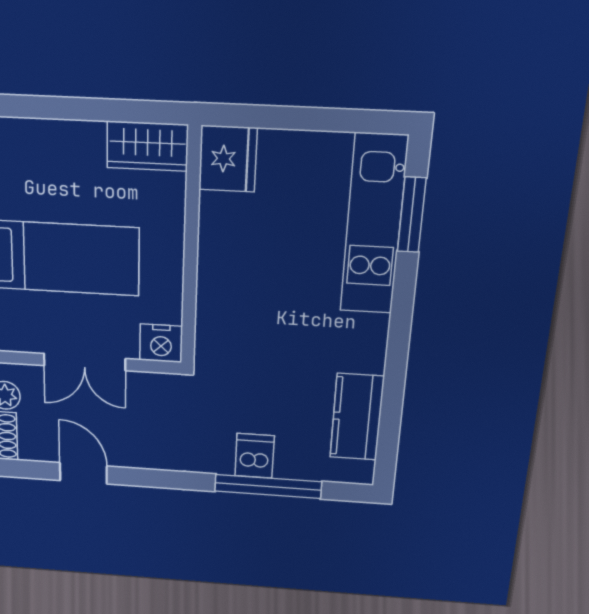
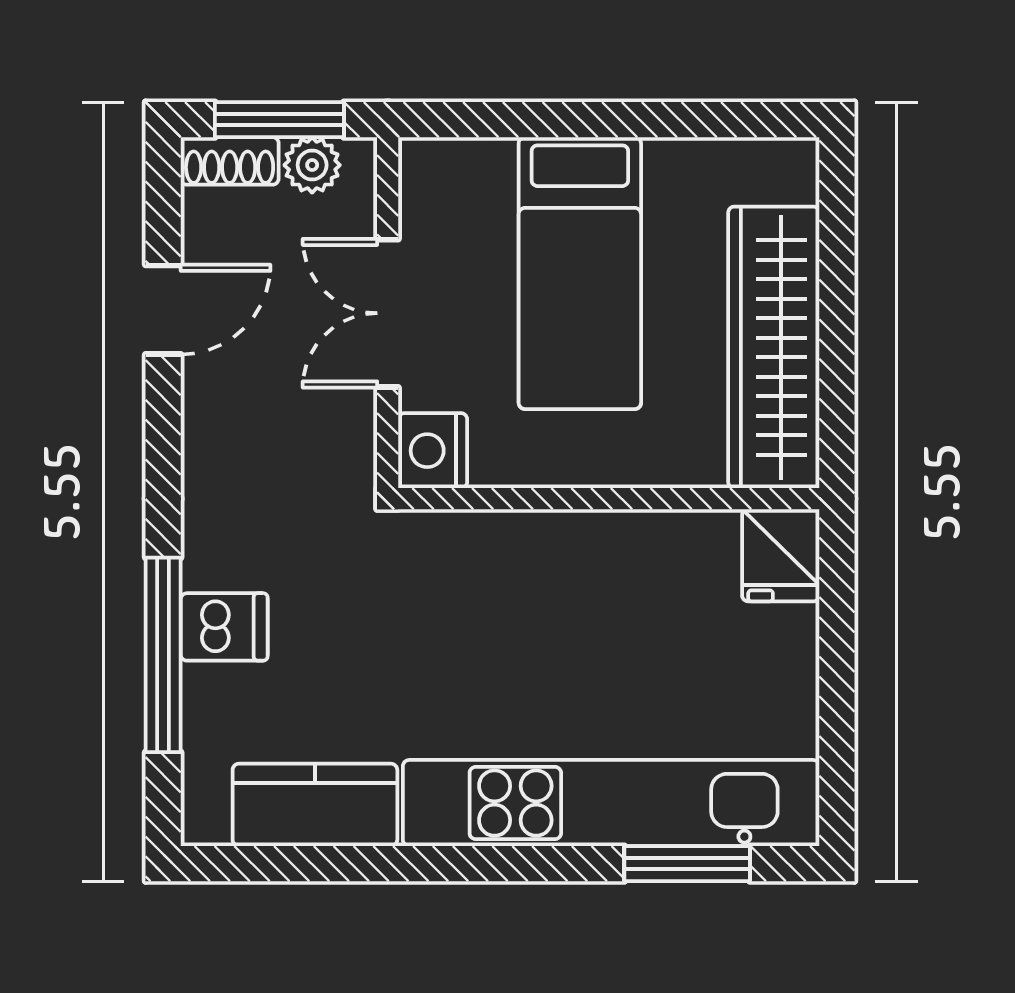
wardrobe: (147, 146) -> (774, 347), width x2.10, depth x1.17
fridge: (228, 159) -> (781, 555), width x0.72
kitchen unit: (374, 225) -> (611, 803), width x1.36

